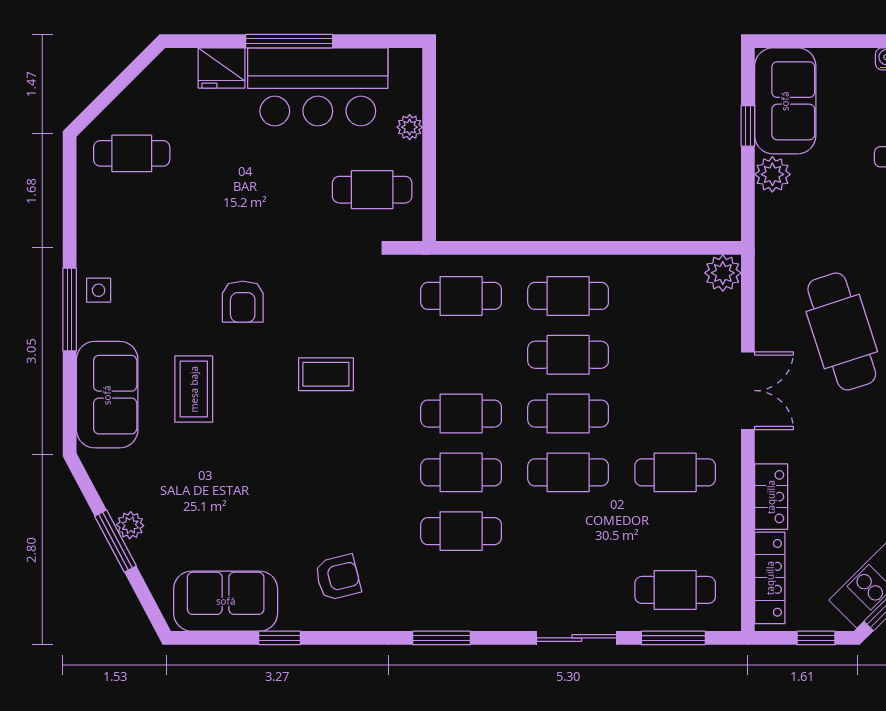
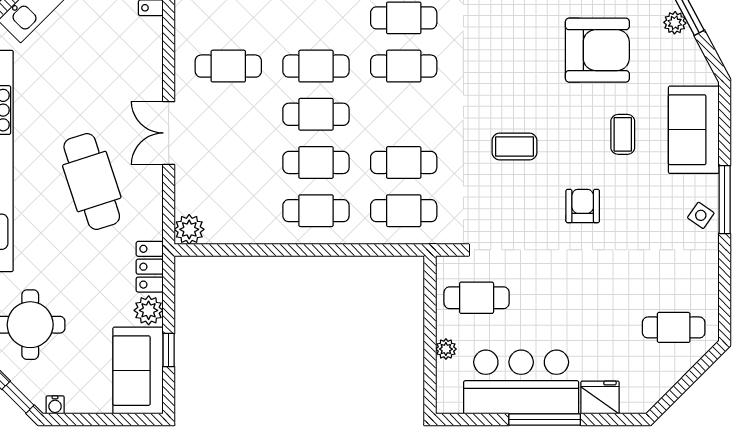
side table: (99, 290) -> (701, 215), turned 35
coffee table: (194, 389) -> (623, 134), width x0.73, depth x0.77
cafe table: (461, 414) -> (404, 162), moved
armchair: (225, 492) -> (597, 50), added
locker: (771, 497) -> (150, 267), moved

